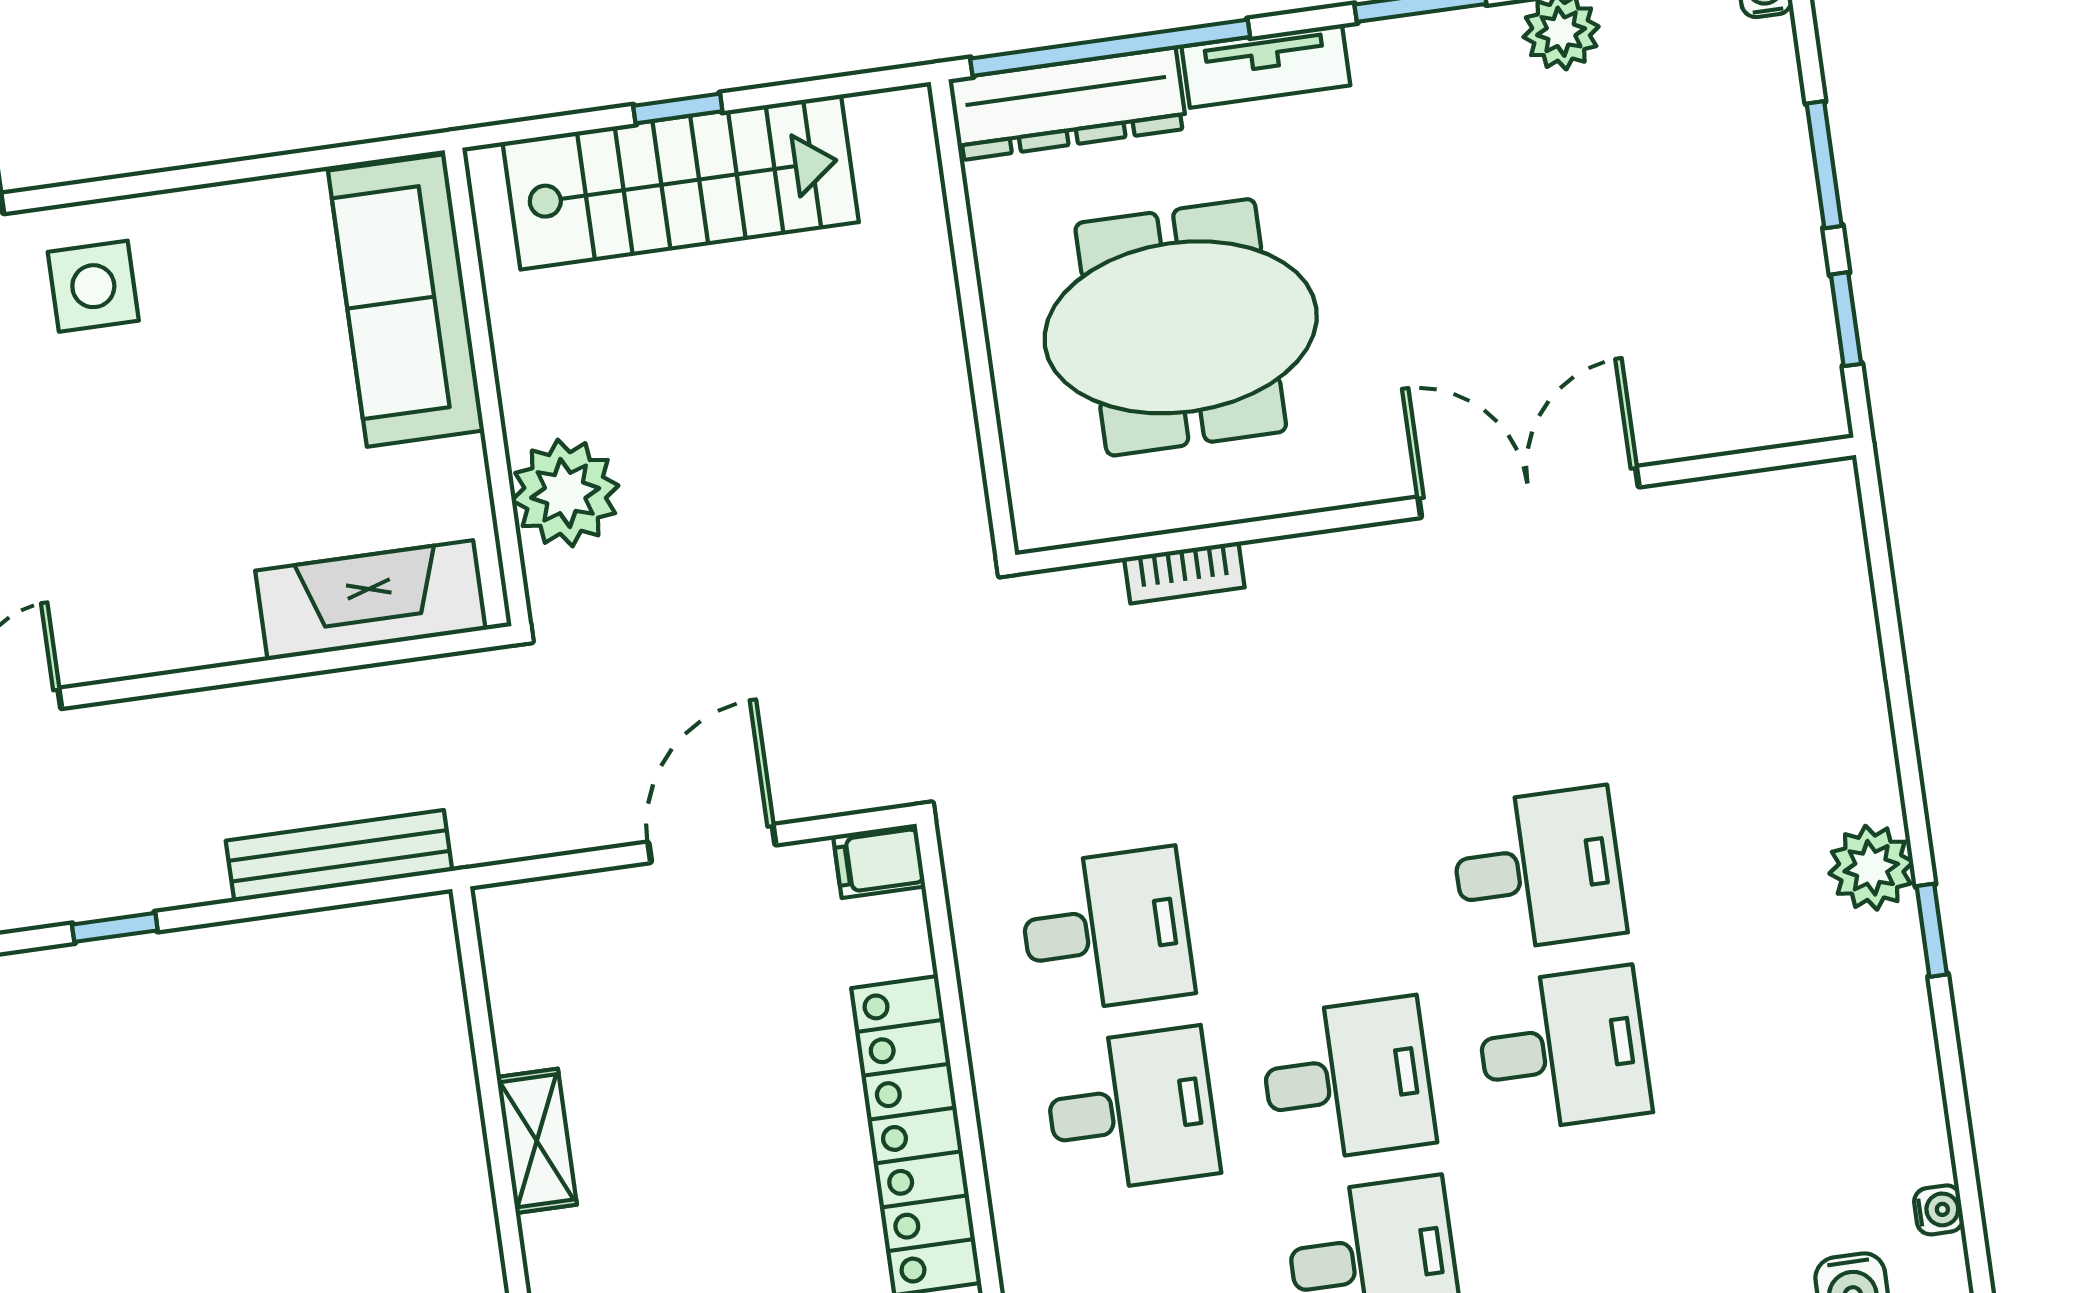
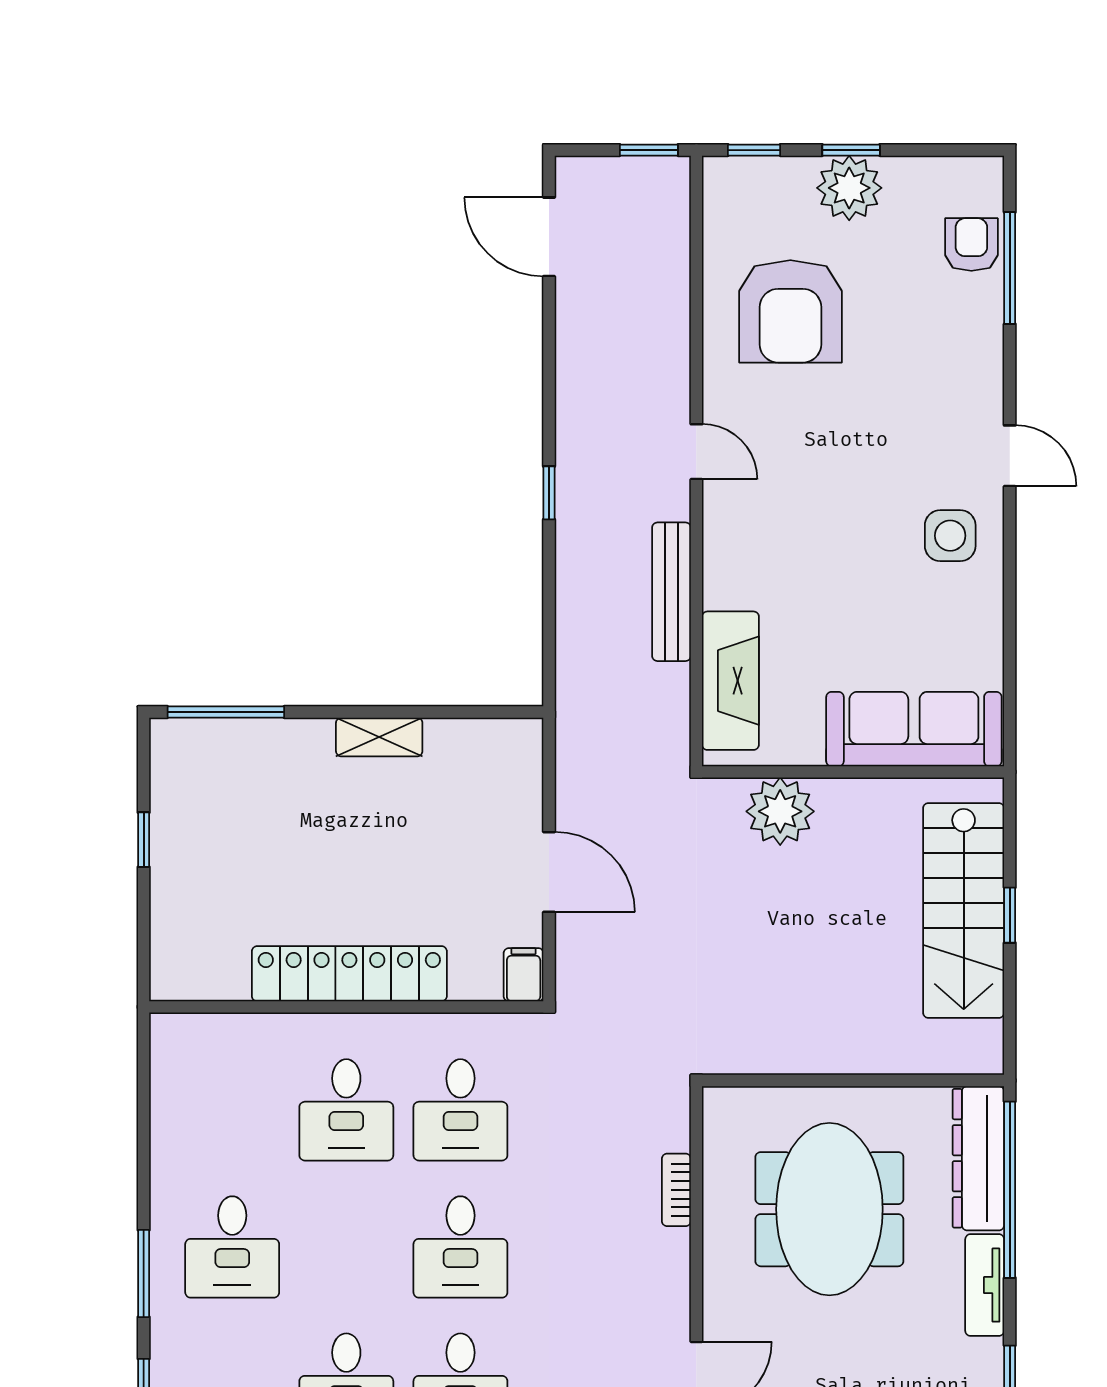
bench: (339, 856) -> (671, 592), moved
desk: (1347, 1080) -> (460, 1247), moved

